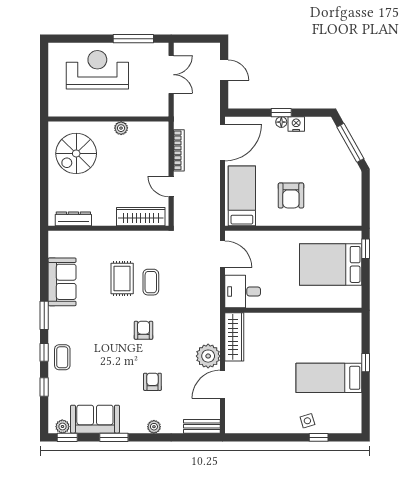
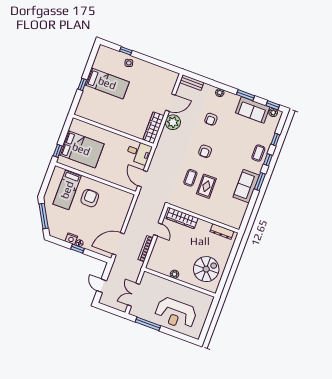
bed: (242, 196) -> (67, 190), moved
sofa: (62, 282) -> (246, 186), moved

